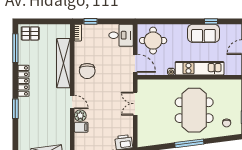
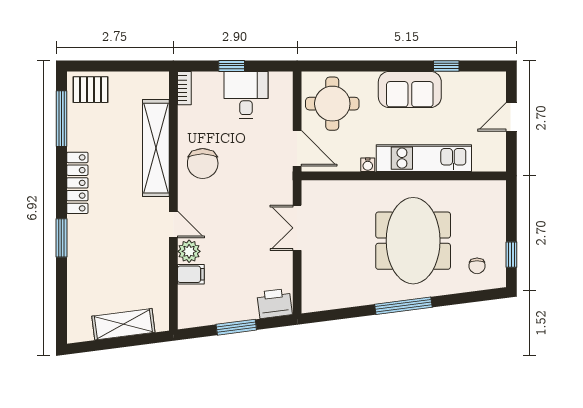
window: (91, 21) -> (232, 66), moved
sofa: (203, 33) -> (410, 89), moved
desk: (121, 35) -> (246, 95), moved, turned -90

